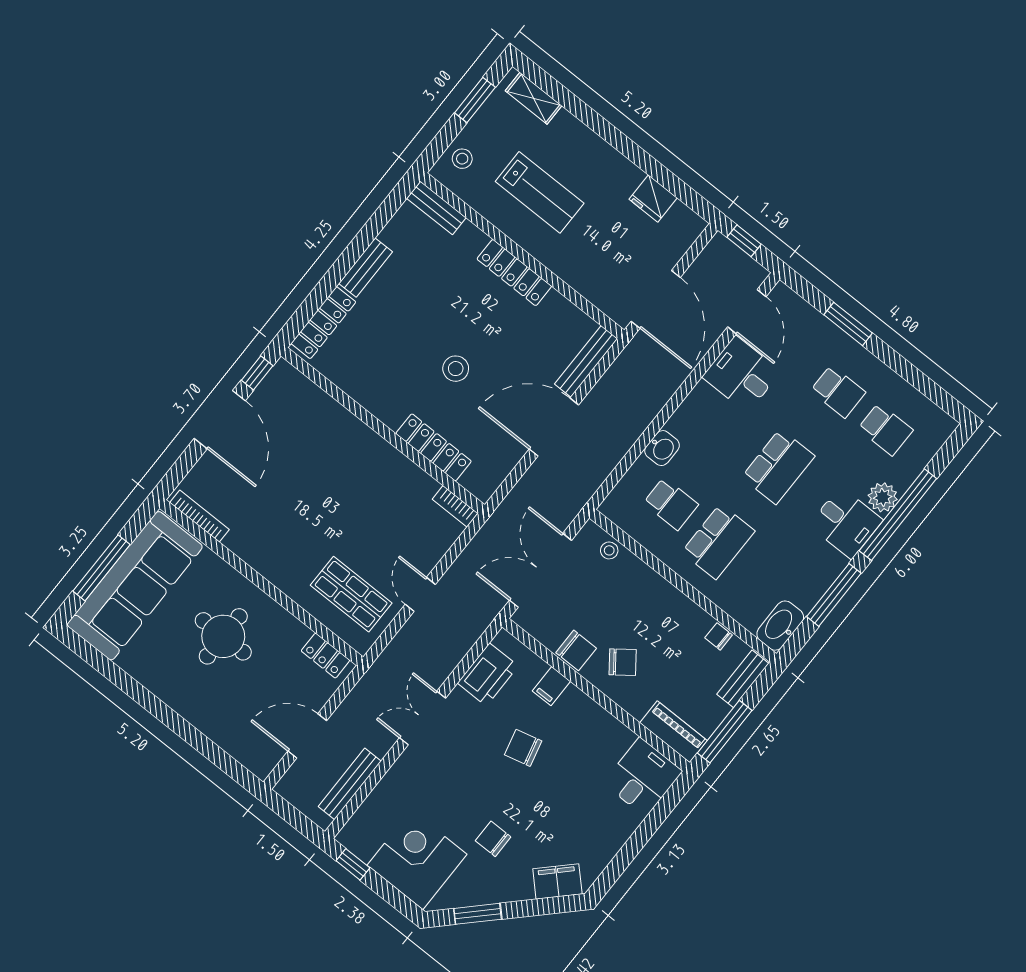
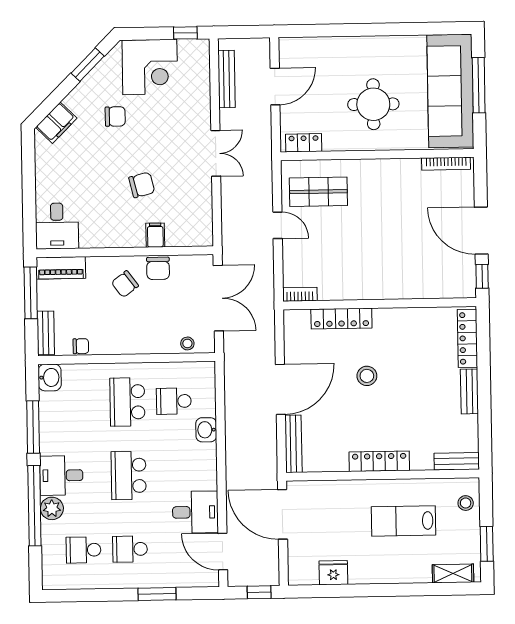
washbasin: (780, 626) -> (50, 377), width x0.72
chair: (576, 650) -> (158, 268), turned -90
printer: (488, 675) -> (198, 211), removed

